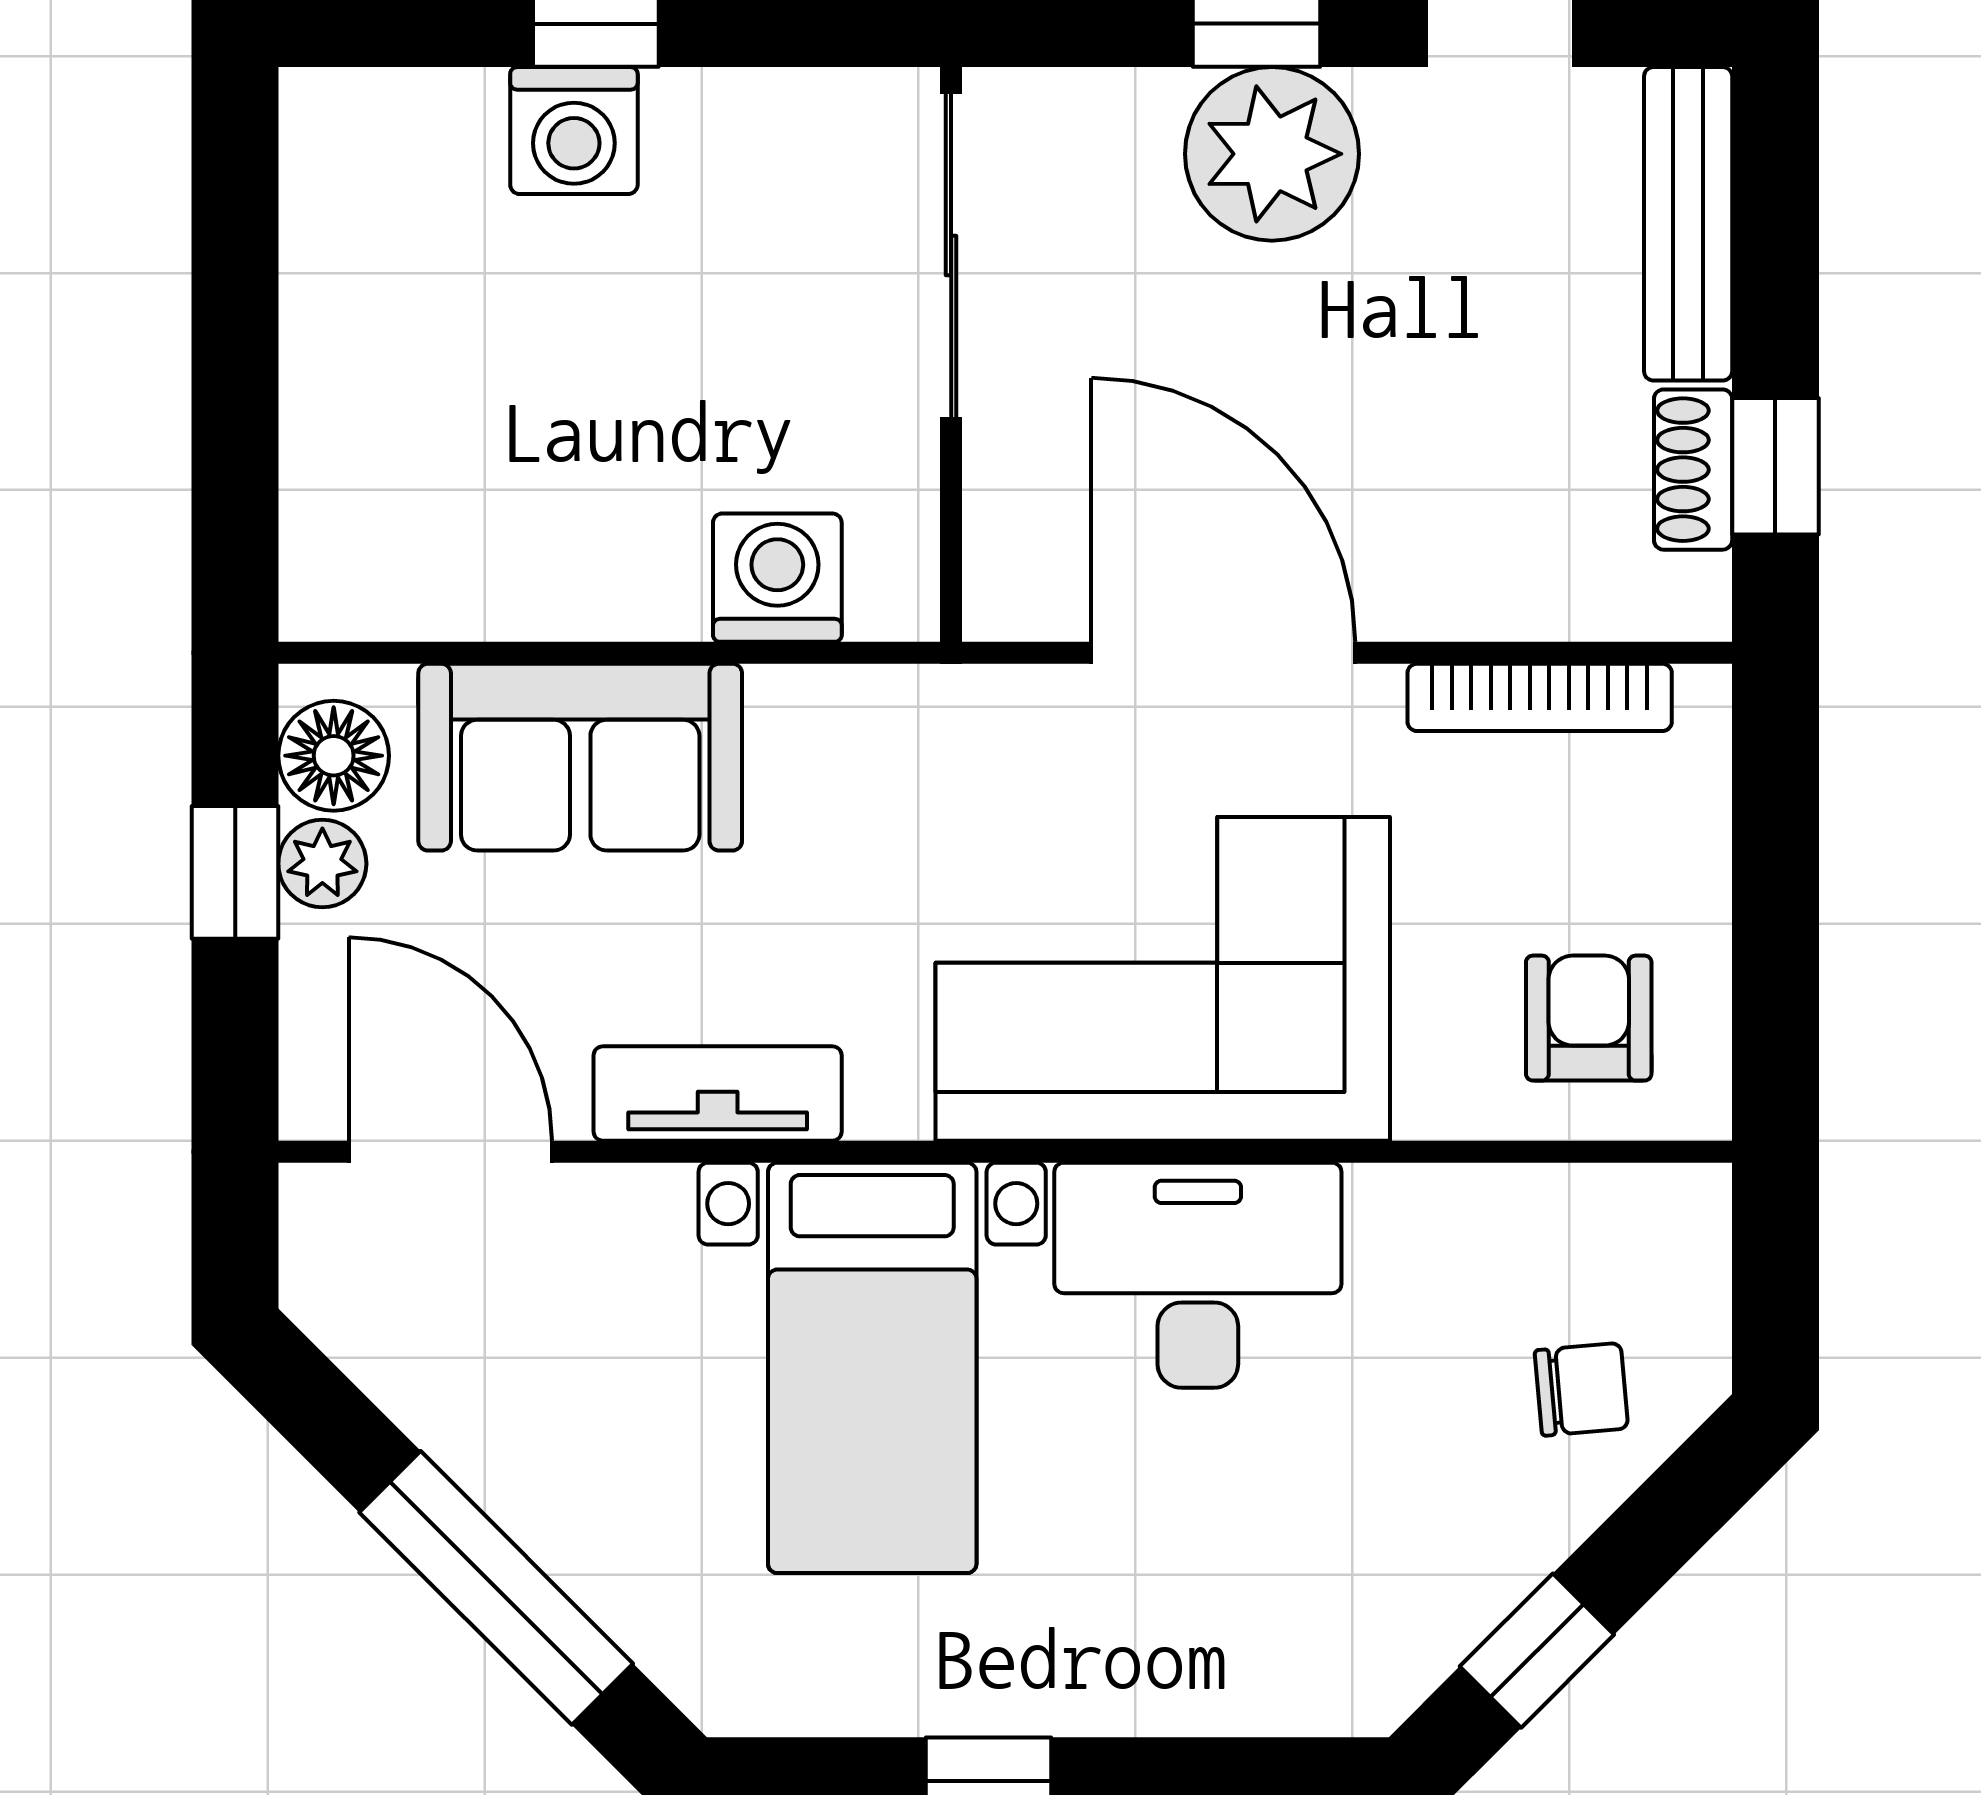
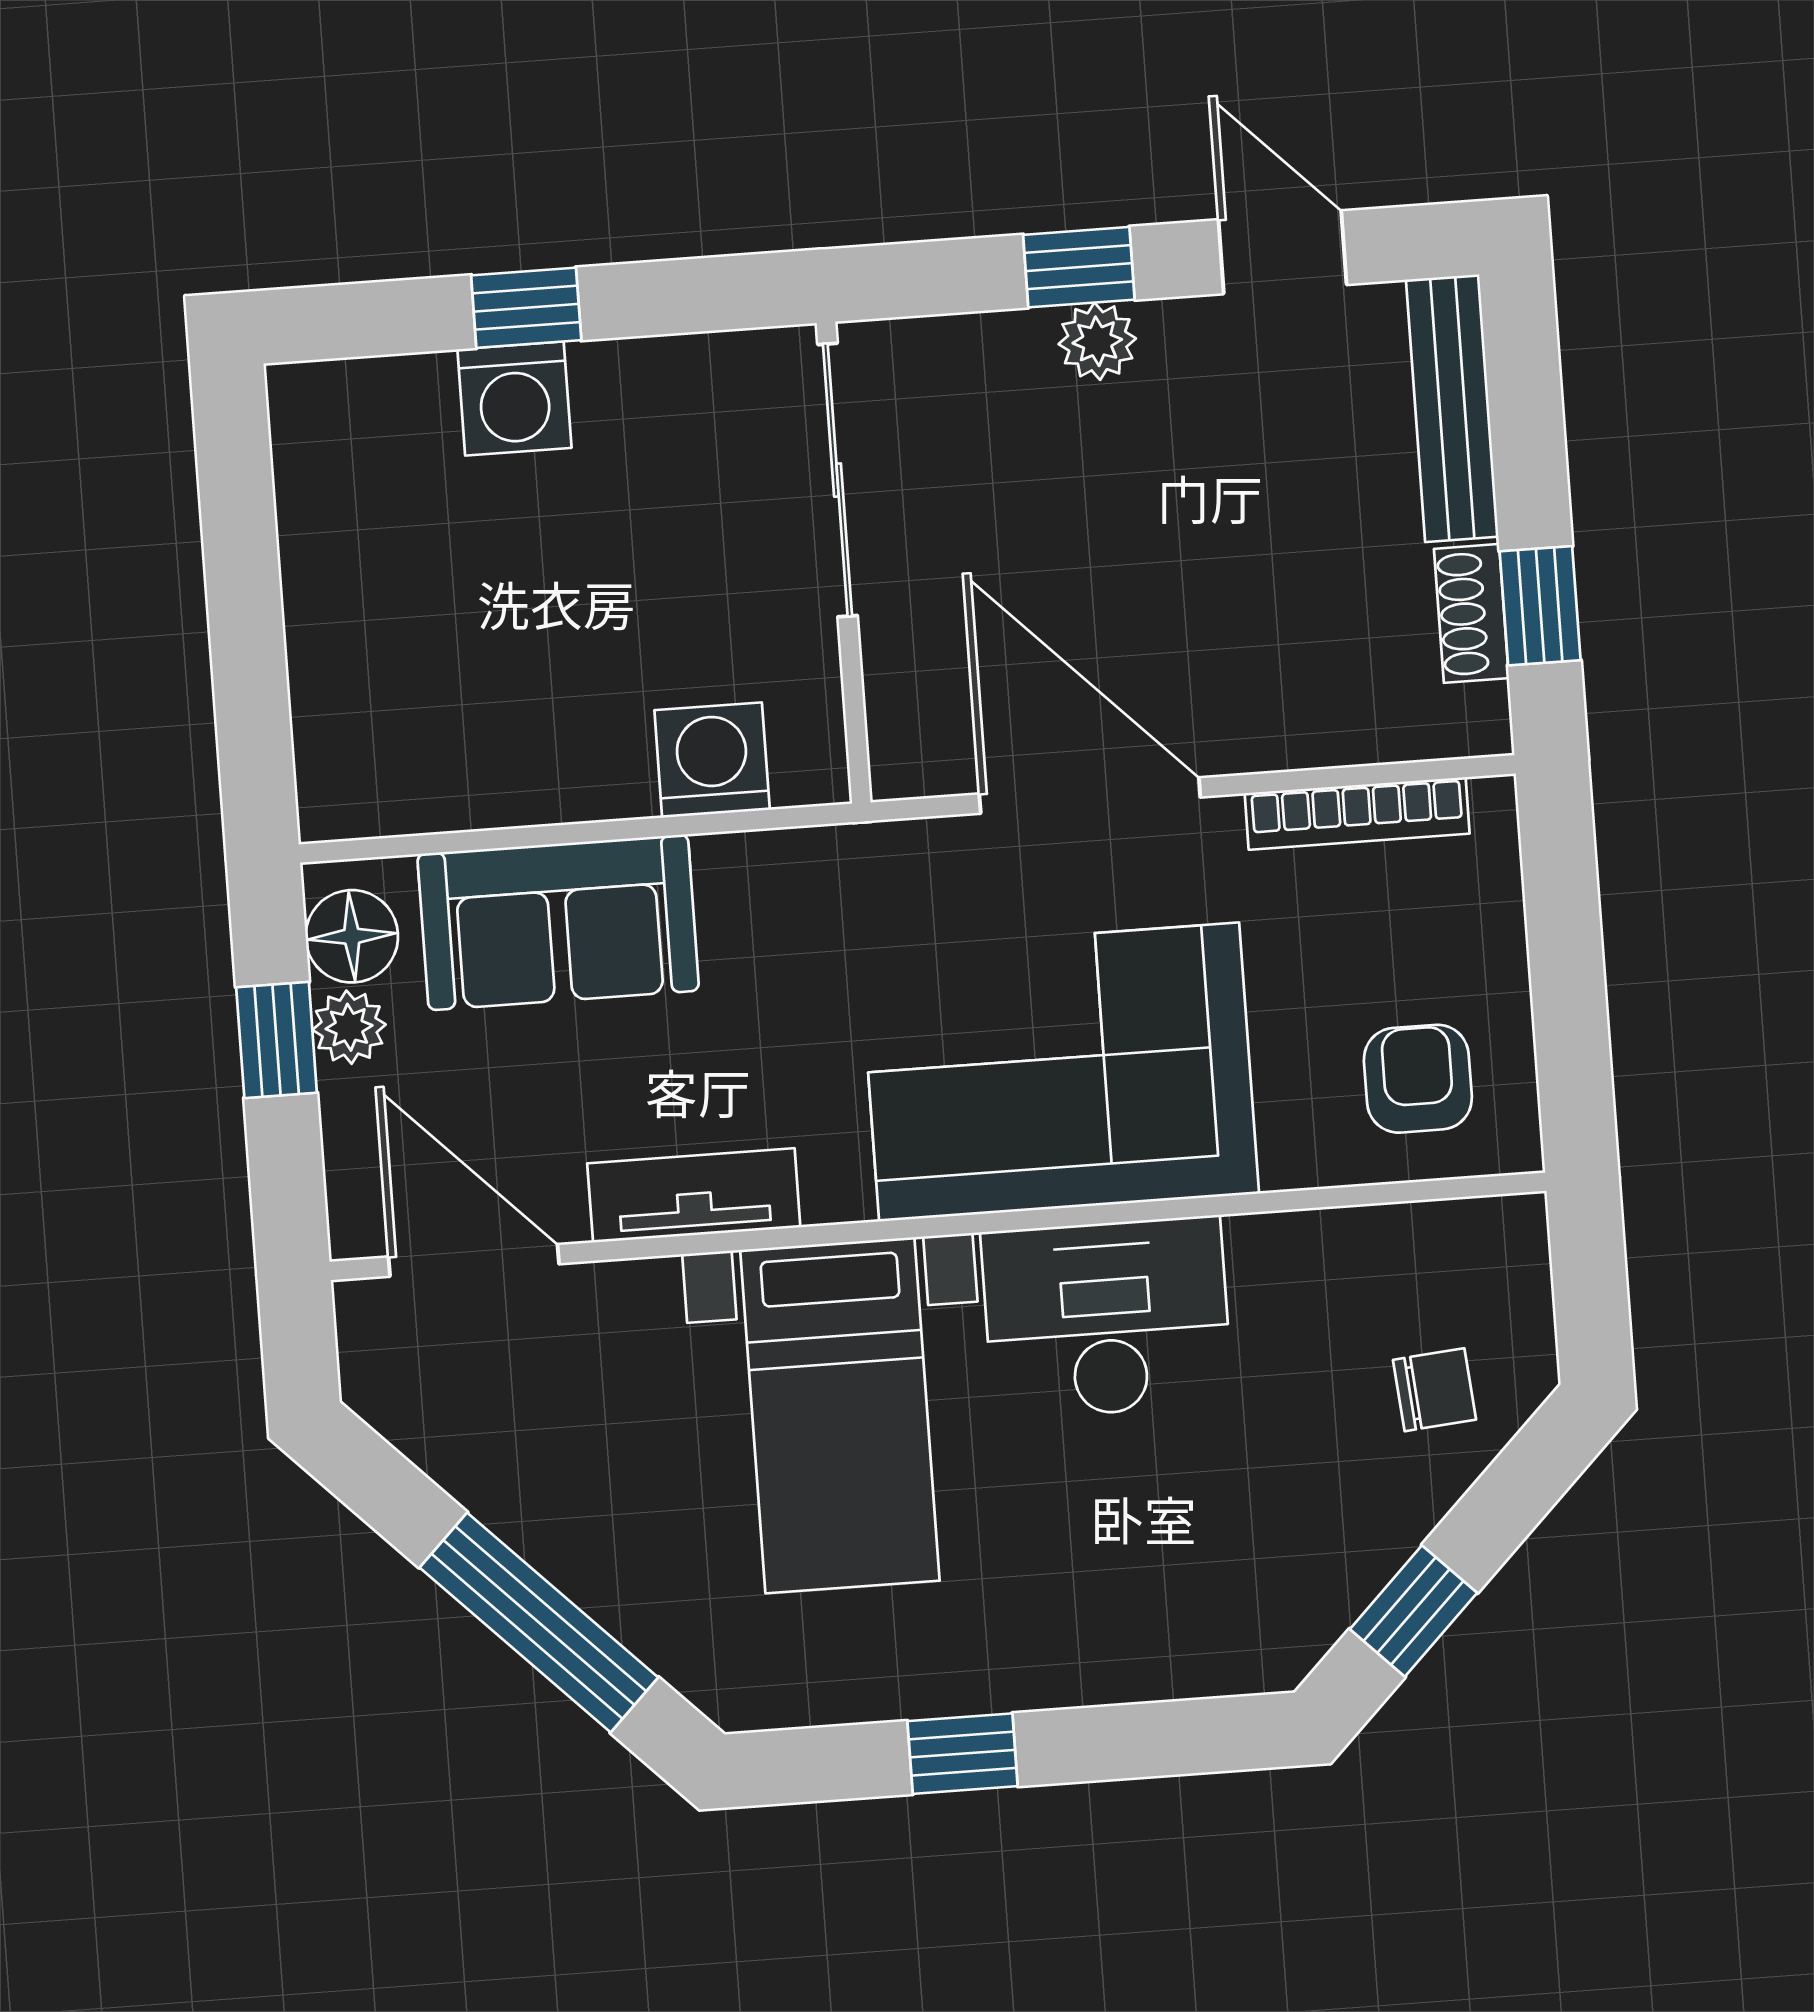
plant: (1272, 154) -> (1097, 341), width x0.53, depth x0.53

